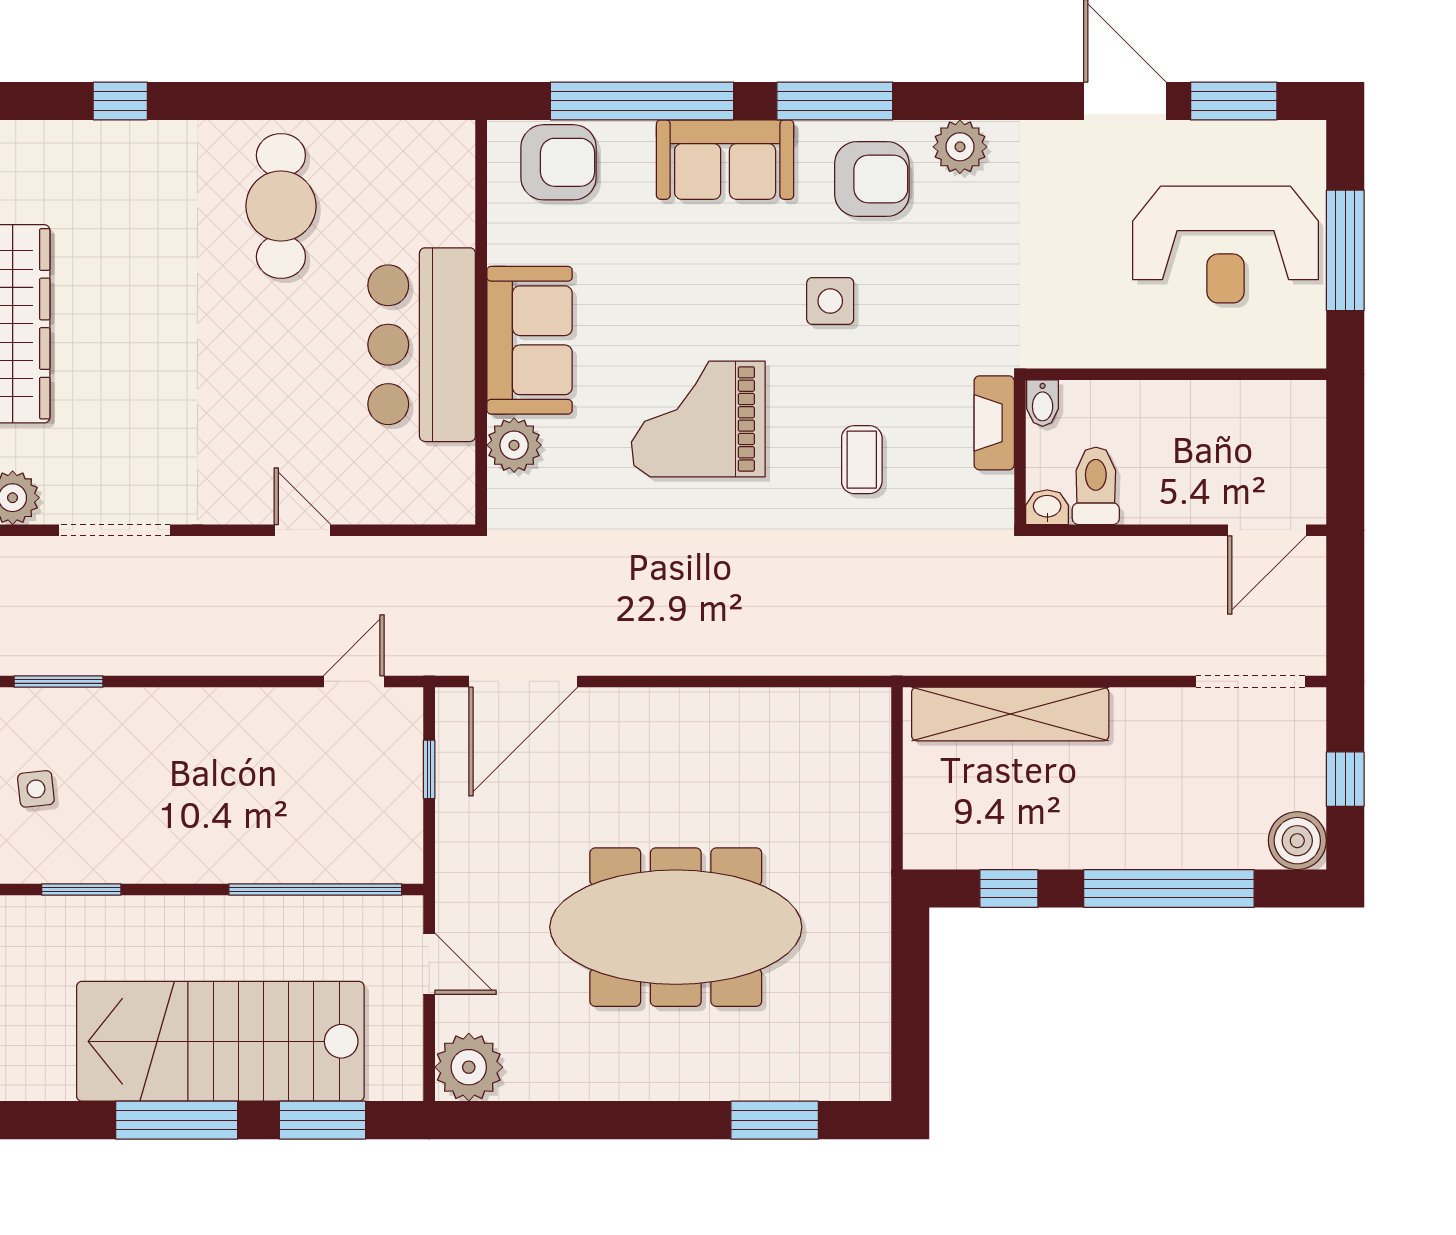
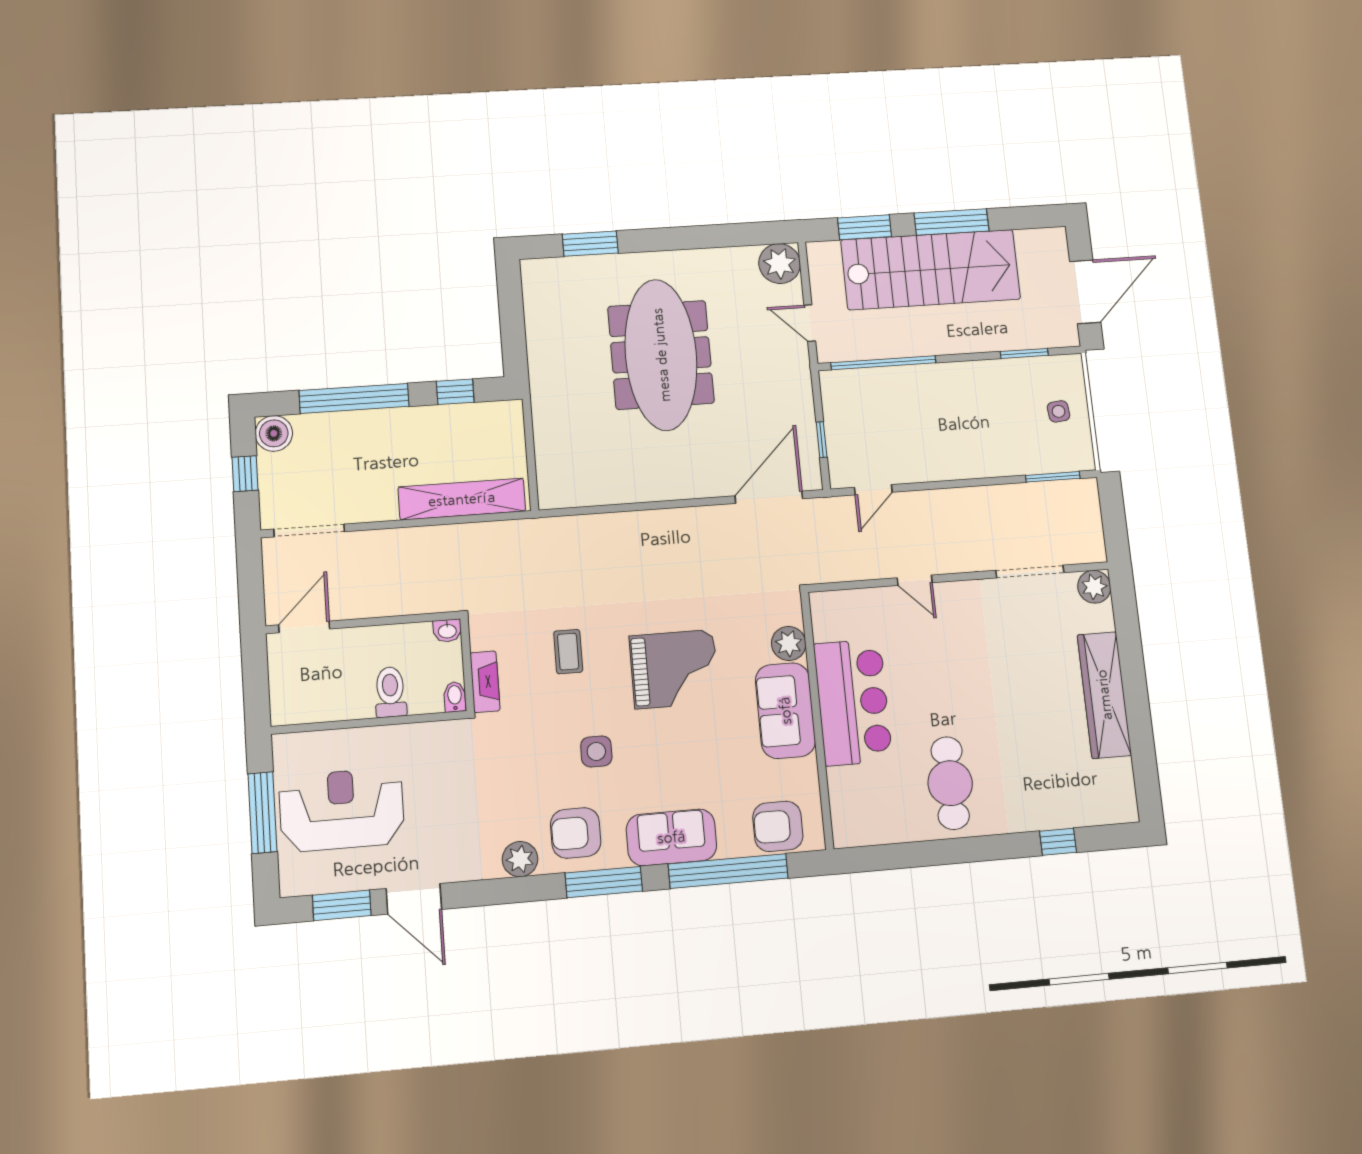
toilet: (1096, 486) -> (390, 692), moved, turned 180
meeting table: (676, 927) -> (661, 355), turned 90

